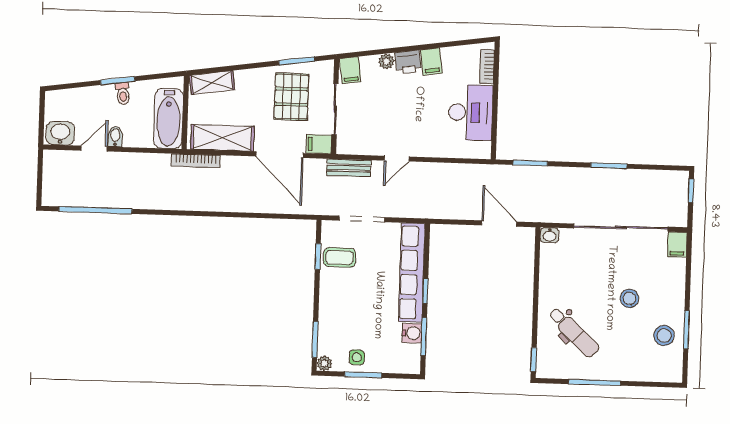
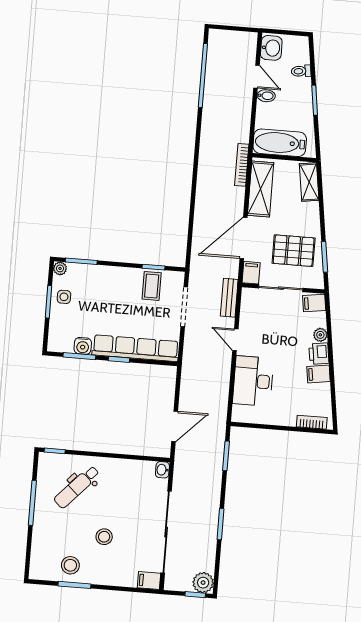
toilet: (123, 94) -> (301, 71), moved
desk: (471, 112) -> (253, 381), moved, turned 90
plant: (677, 182) -> (203, 583), added

